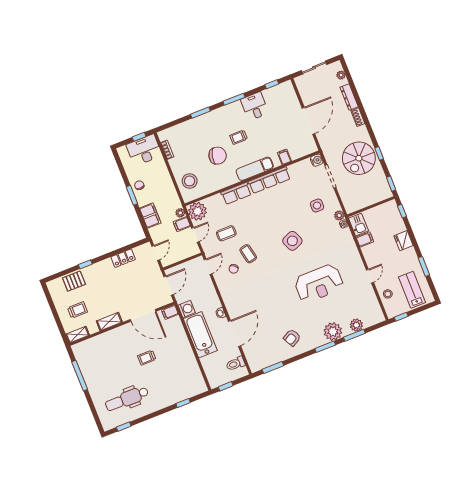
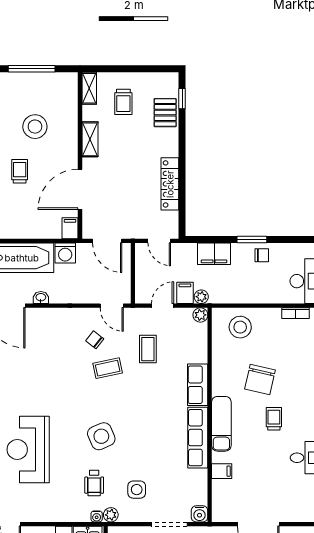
plant: (197, 211) -> (200, 315), width x0.53, depth x0.53
wheelchair: (323, 234) -> (94, 483), added
door: (195, 235) -> (163, 306), swing flipped
locker: (123, 258) -> (170, 184), width x1.53
window: (85, 264) -> (182, 99), moved
stool: (115, 359) -> (35, 127), added

